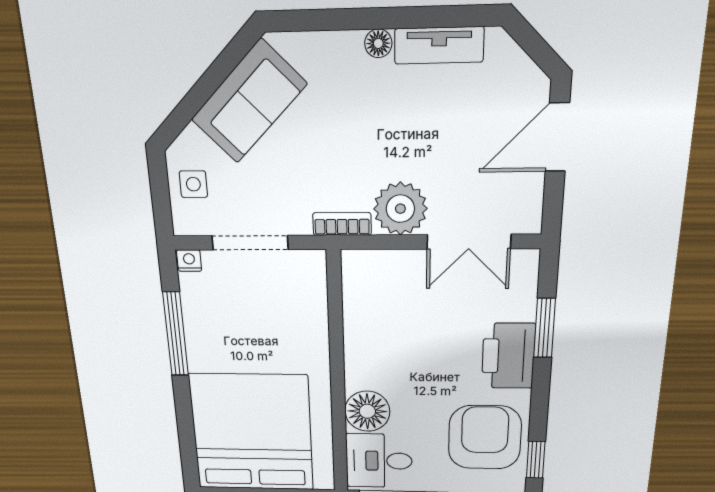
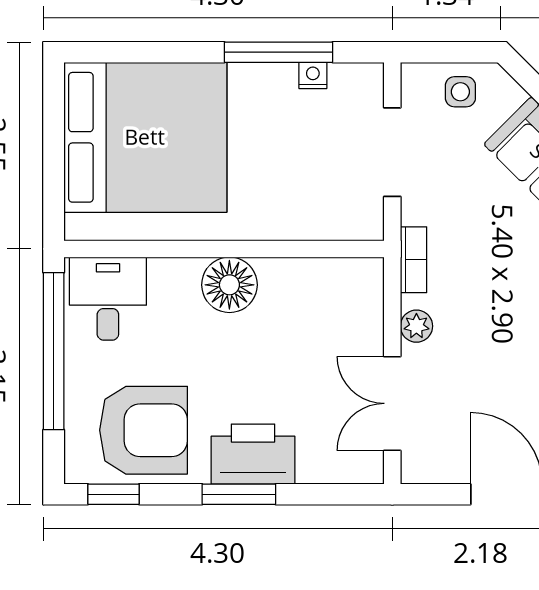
plant: (400, 209) -> (416, 326), width x0.53, depth x0.53
nightstand: (189, 261) -> (313, 75), moved, turned -90
window: (545, 328) -> (239, 494), moved
floor lamp: (367, 411) -> (229, 285), moved

